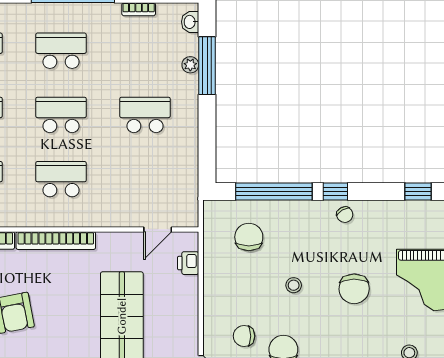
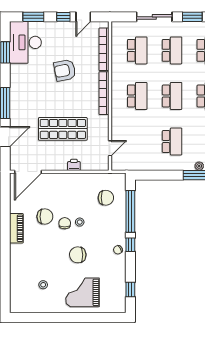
door: (158, 229) -> (110, 148), swing flipped
printer: (188, 263) -> (74, 165), moved
chair: (244, 336) -> (65, 223), moved

